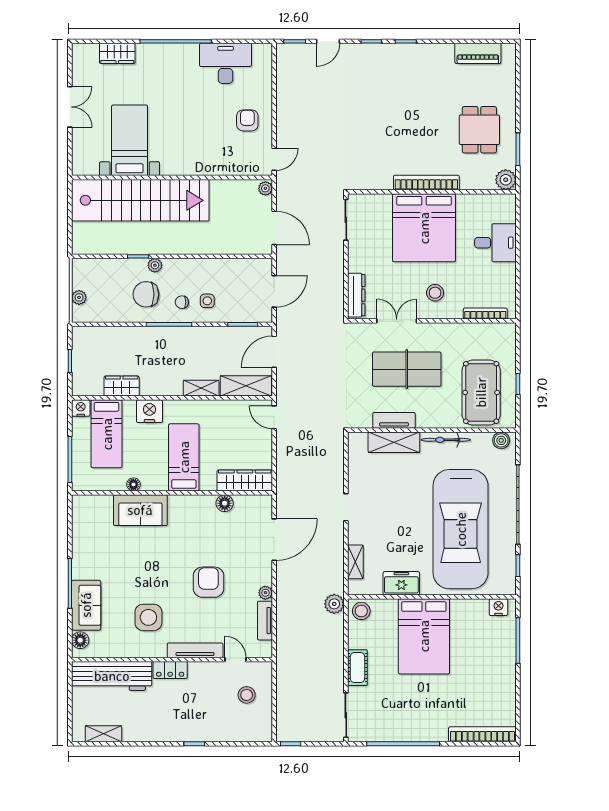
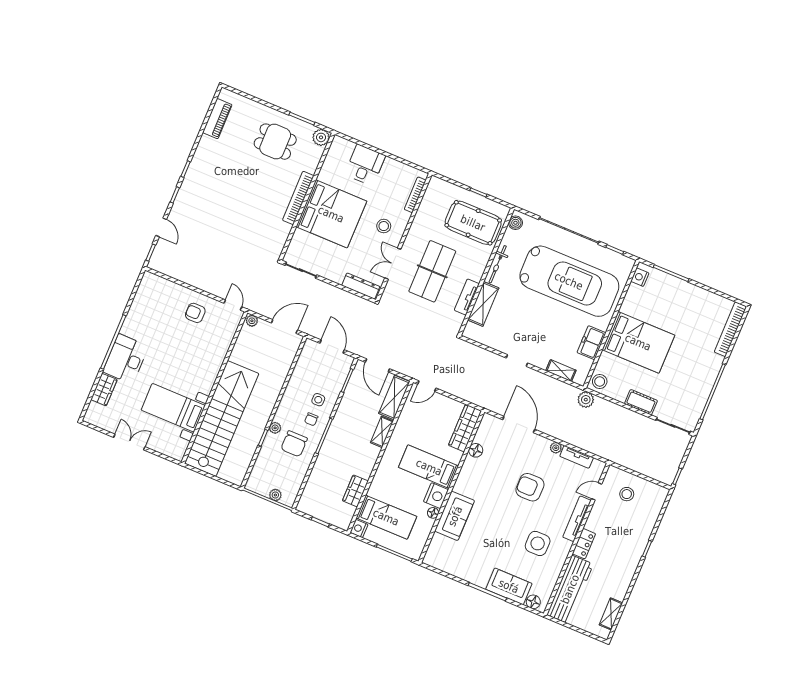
desk: (226, 63) -> (126, 359), moved
nightstand: (149, 411) -> (436, 496), moved, turned 180

